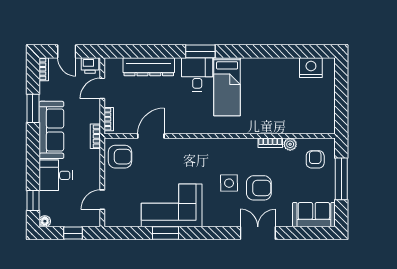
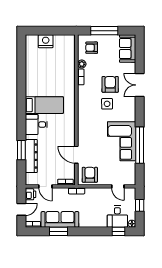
window: (200, 51) -> (21, 150), moved
nightstand: (311, 68) -> (46, 41), moved, turned 90
sofa: (51, 130) -> (60, 219), moved
desk: (56, 175) -> (117, 217), moved
window: (166, 233) -> (140, 145), width x2.11

